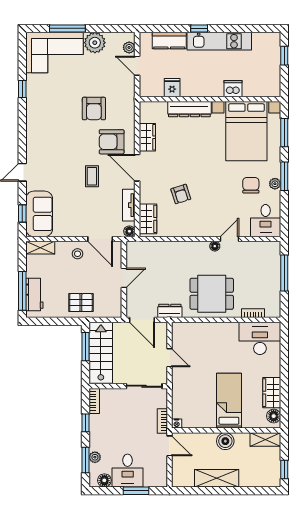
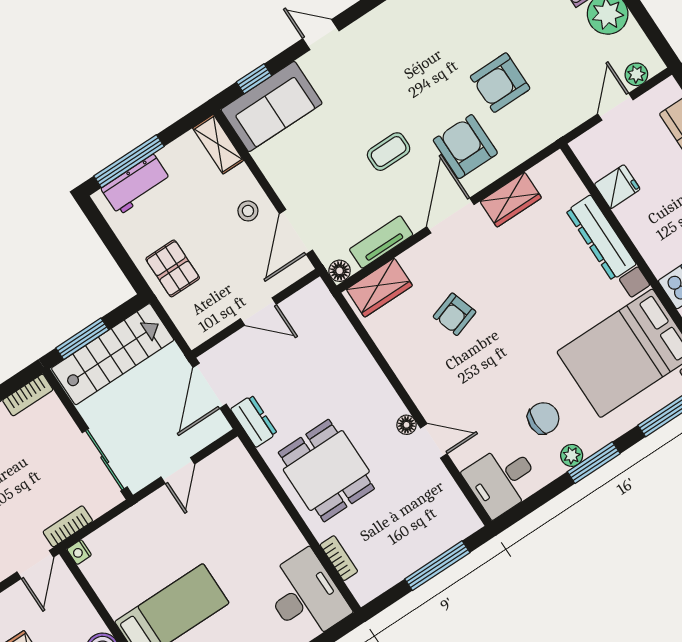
window: (86, 347) -> (82, 339), moved

